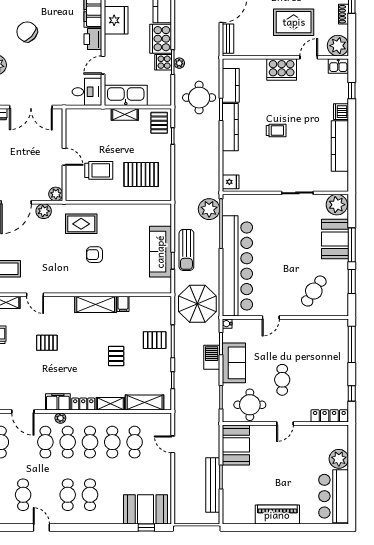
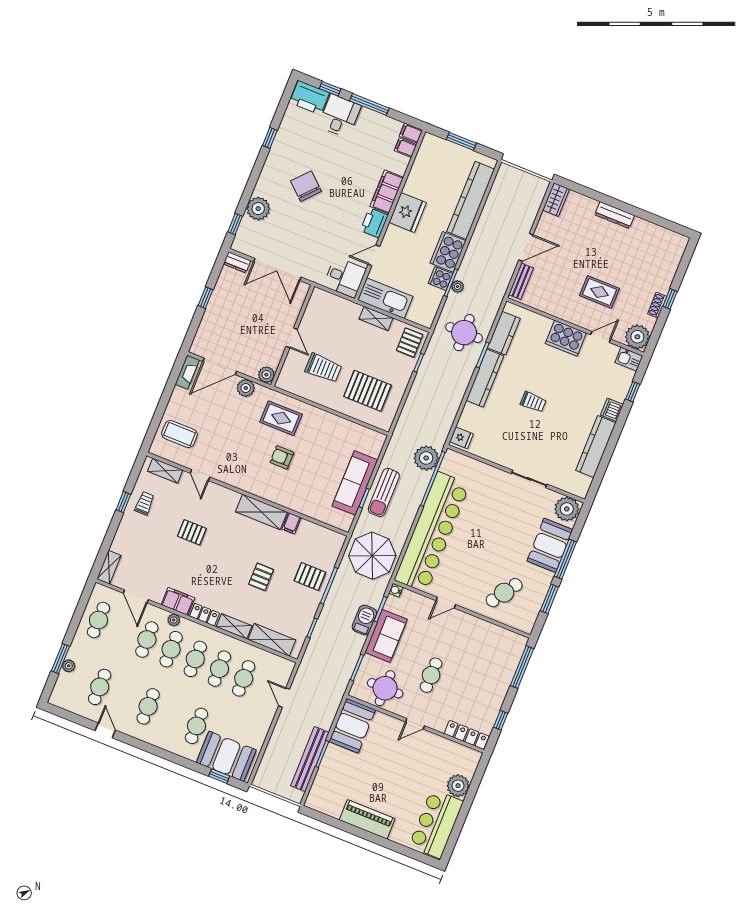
rug: (294, 22) -> (600, 292), width x0.73, depth x0.70
cafe table: (90, 495) -> (196, 726), moved

